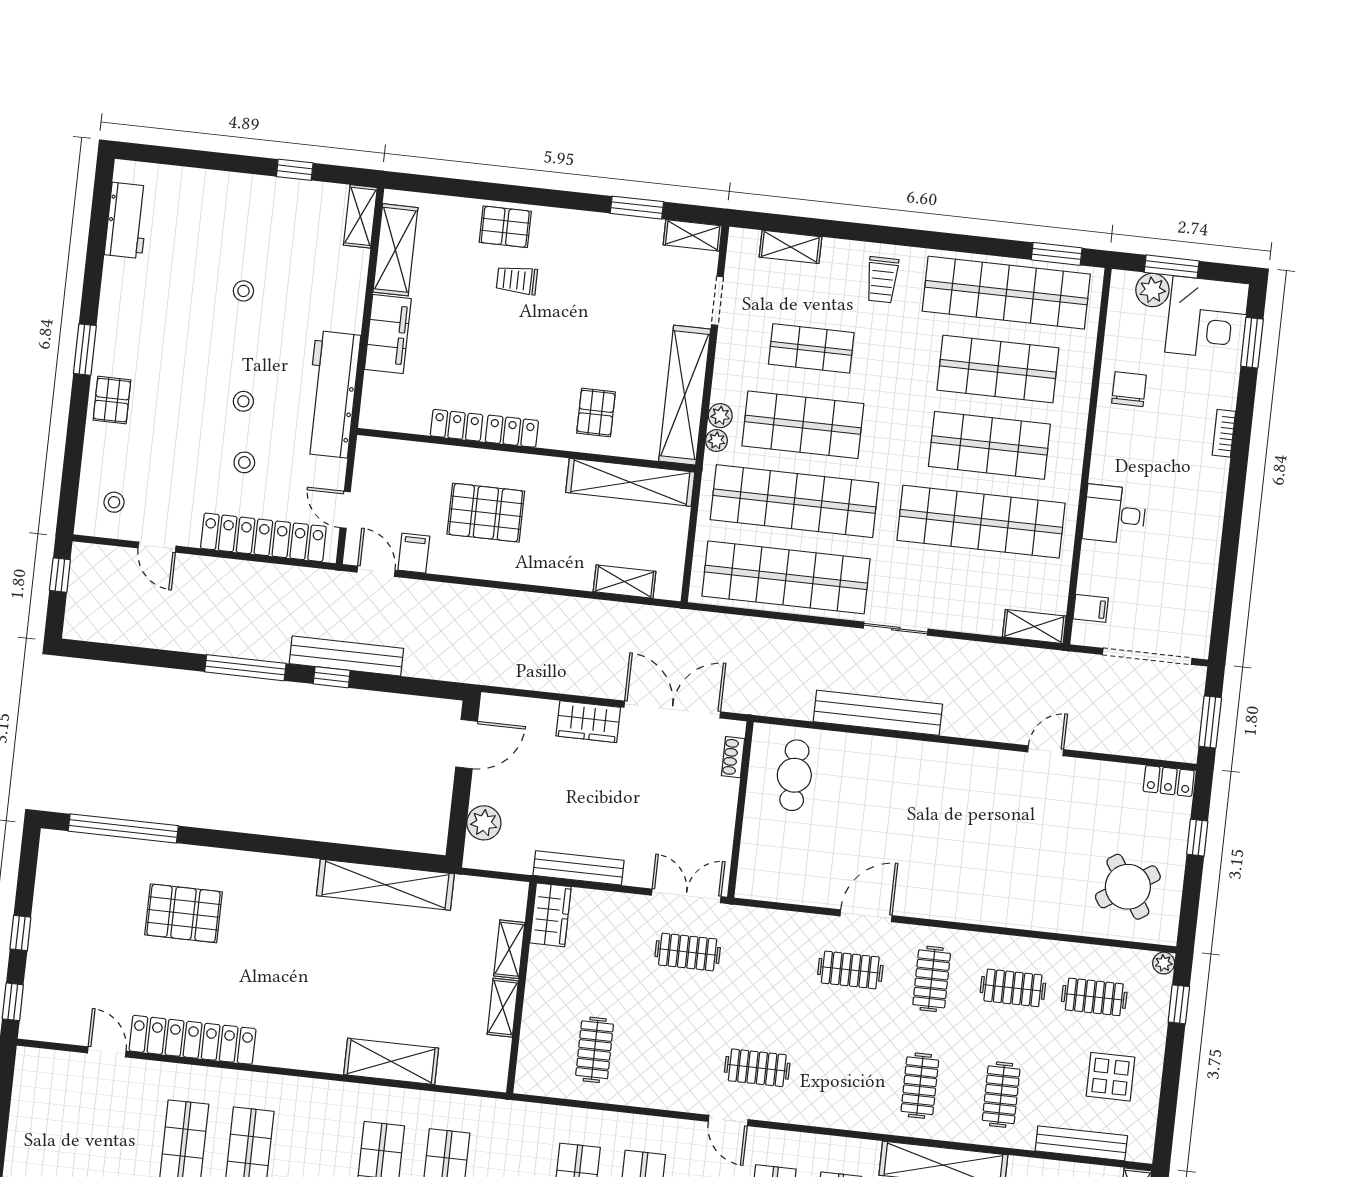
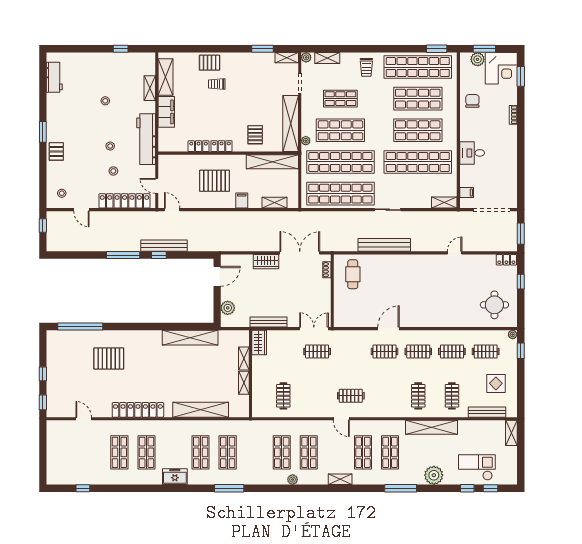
shelving: (360, 216) -> (150, 88), moved
plant: (720, 416) -> (306, 57), moved
filing cabinet: (414, 553) -> (242, 200), moved
round table: (1128, 887) -> (494, 305), turned 33
clothes rail: (932, 979) -> (418, 352), turned 90
locker: (193, 1040) -> (138, 410), moved
shelving: (391, 1061) -> (201, 410), width x1.47

